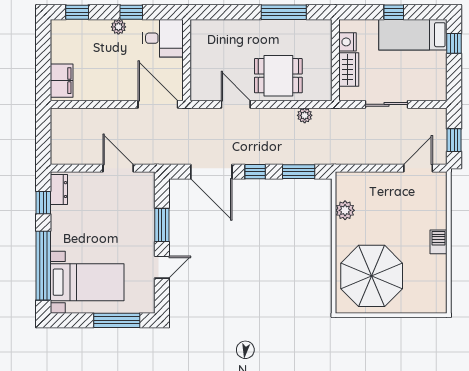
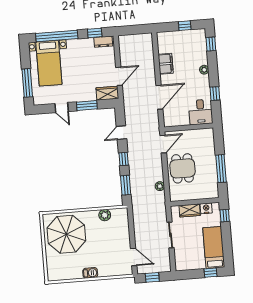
window: (131, 12) -> (215, 94), moved
window: (394, 12) -> (225, 216), moved
desk: (163, 38) -> (201, 112), moved
window: (43, 53) -> (185, 26), added
wall: (187, 60) -> (189, 127), moved
filing cabinet: (62, 81) -> (166, 64), moved, turned -90
door: (211, 172) -> (121, 133), width x0.53
wardrobe: (144, 190) -> (107, 93), added

